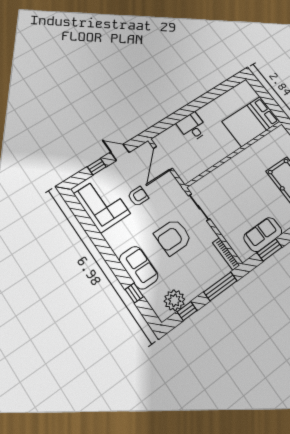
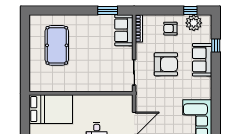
armchair: (138, 196) -> (170, 29), moved
sofa: (263, 235) -> (124, 30), moved, turned 90
window: (220, 286) -> (158, 10), removed

